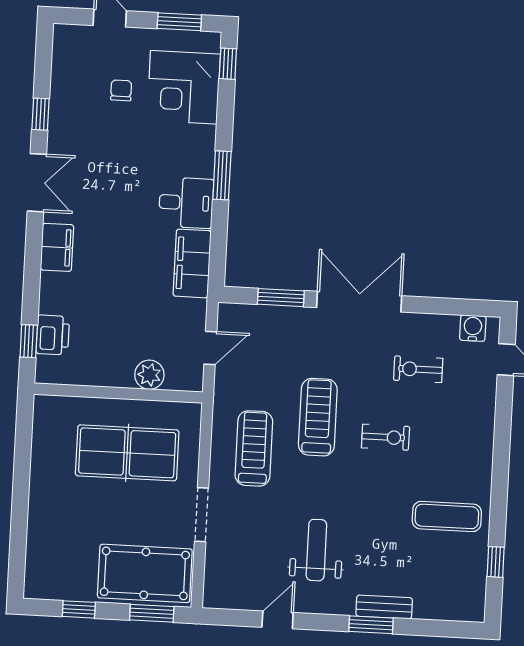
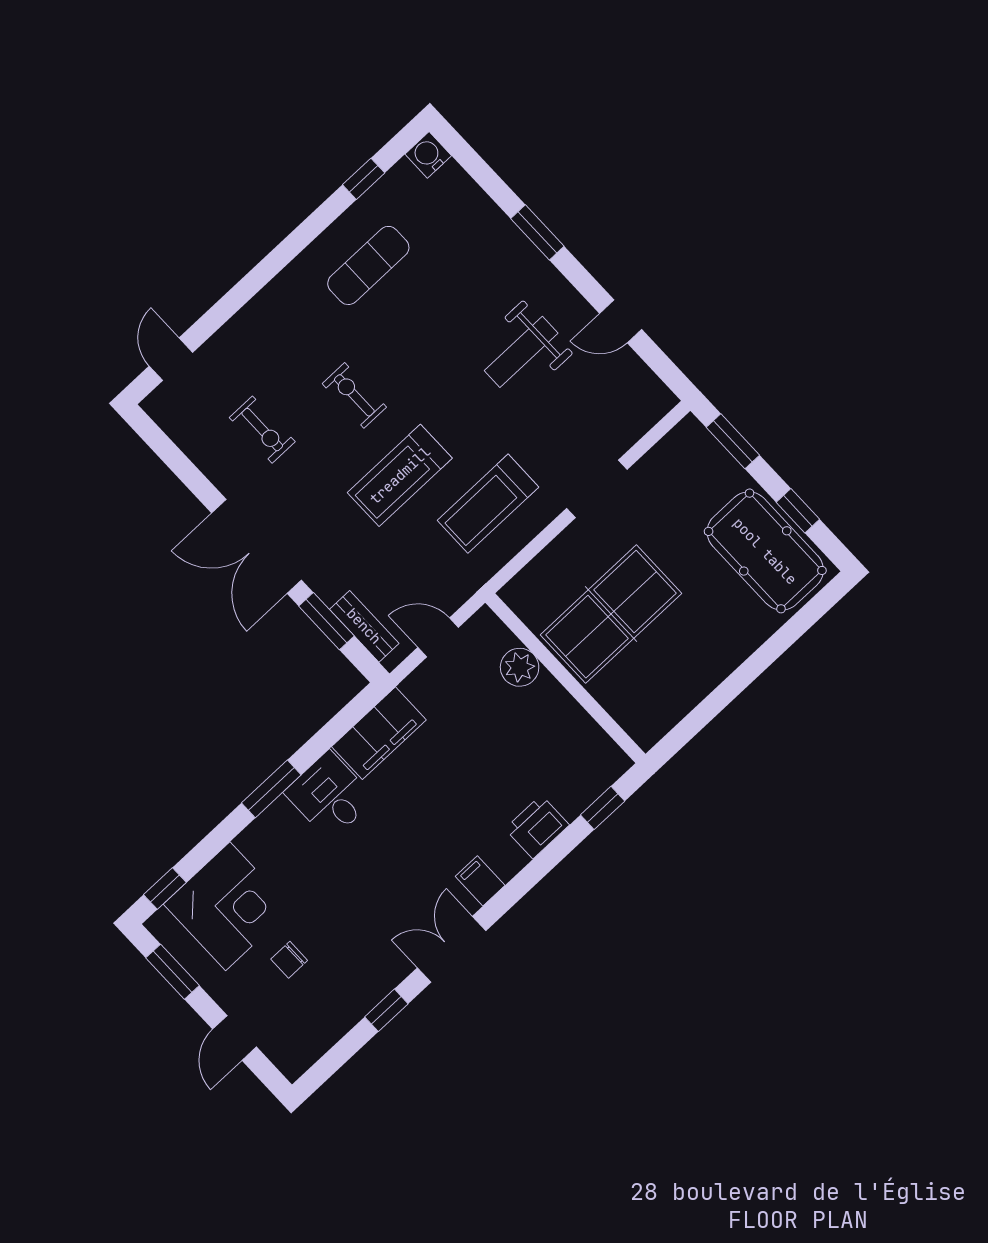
filing cabinet: (57, 247) -> (480, 881), width x0.50
water cooler: (473, 328) -> (428, 155), moved, turned 90
printer: (53, 335) -> (537, 827), moved
table tennis table: (127, 453) -> (611, 614), turned 90
exercise mat: (447, 516) -> (368, 265), turned 90
pool table: (145, 573) -> (765, 551), moved
bench: (384, 607) -> (364, 626), moved

